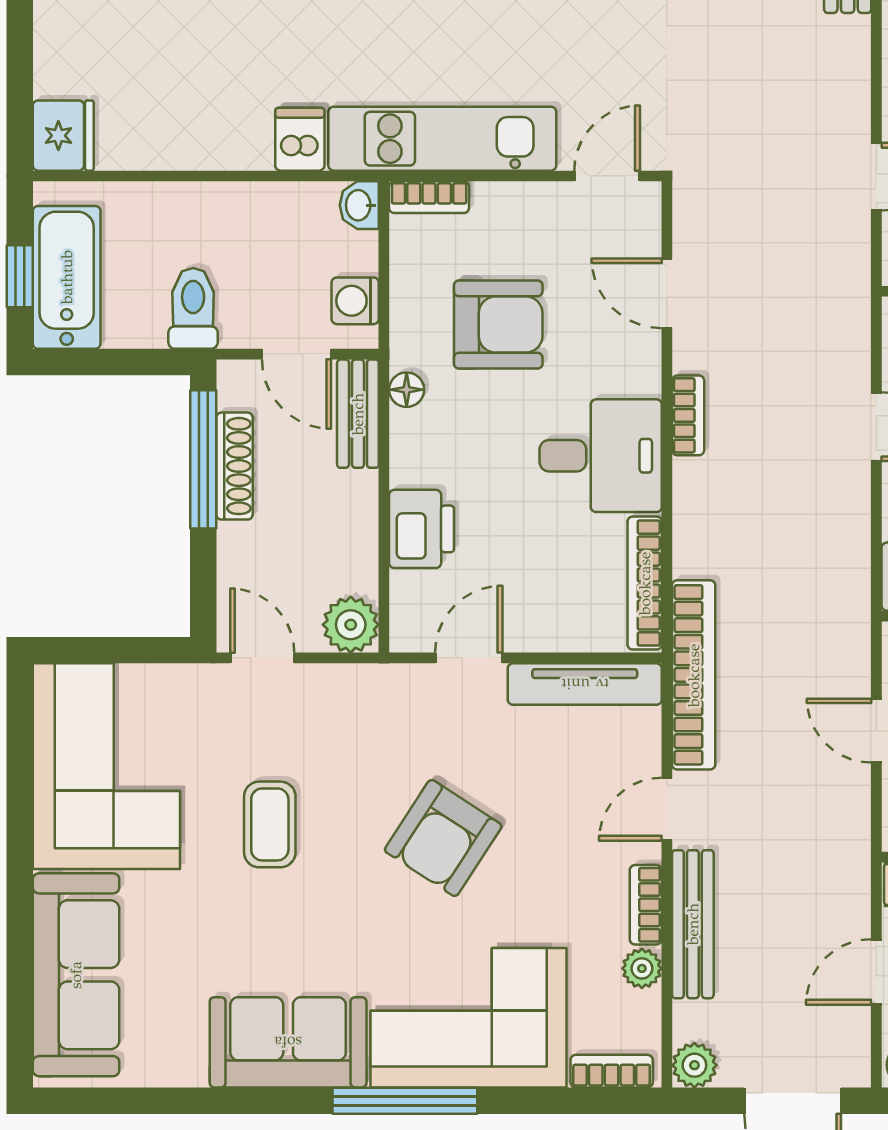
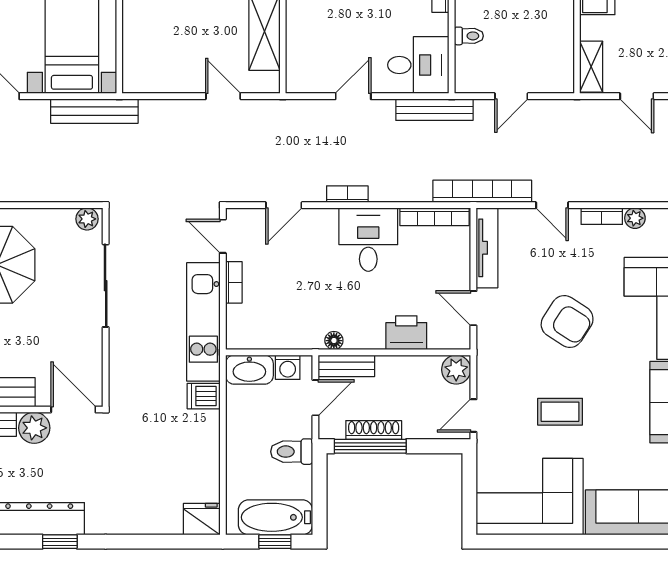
bookcase: (429, 197) -> (234, 282), moved
washbasin: (359, 205) -> (249, 370), width x1.91, depth x1.45
armchair: (498, 325) -> (300, 293), removed
bench: (693, 924) -> (434, 110), moved

